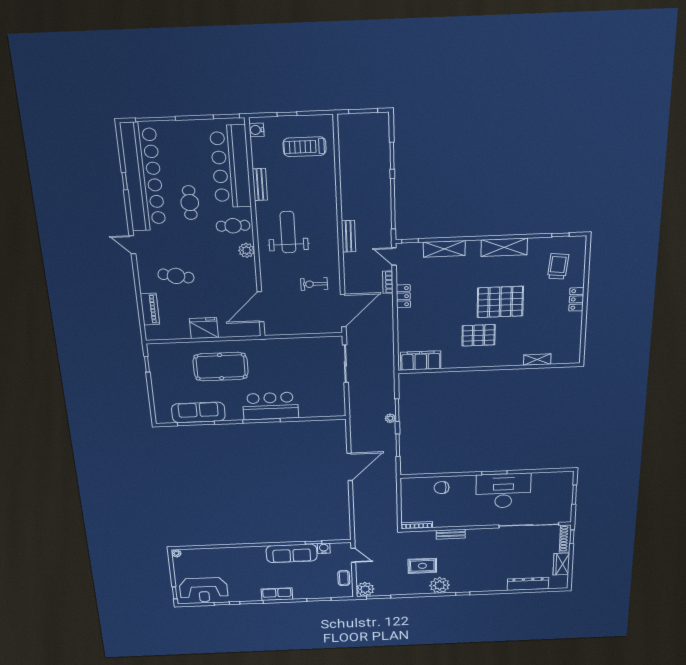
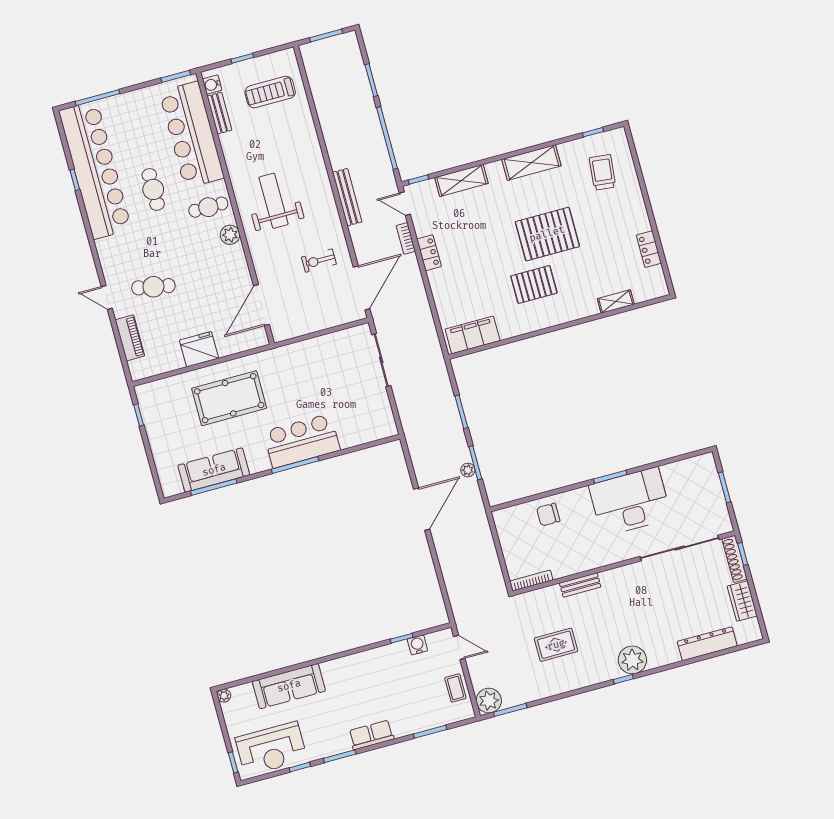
bench: (260, 185) -> (219, 113), moved
bench: (349, 236) -> (347, 197), width x1.36
door: (132, 245) -> (107, 297), moved
locker: (576, 299) -> (649, 249), moved
plant: (390, 418) -> (468, 470), moved
sofa: (292, 553) -> (289, 686), moved
plant: (440, 585) -> (632, 660), moved

